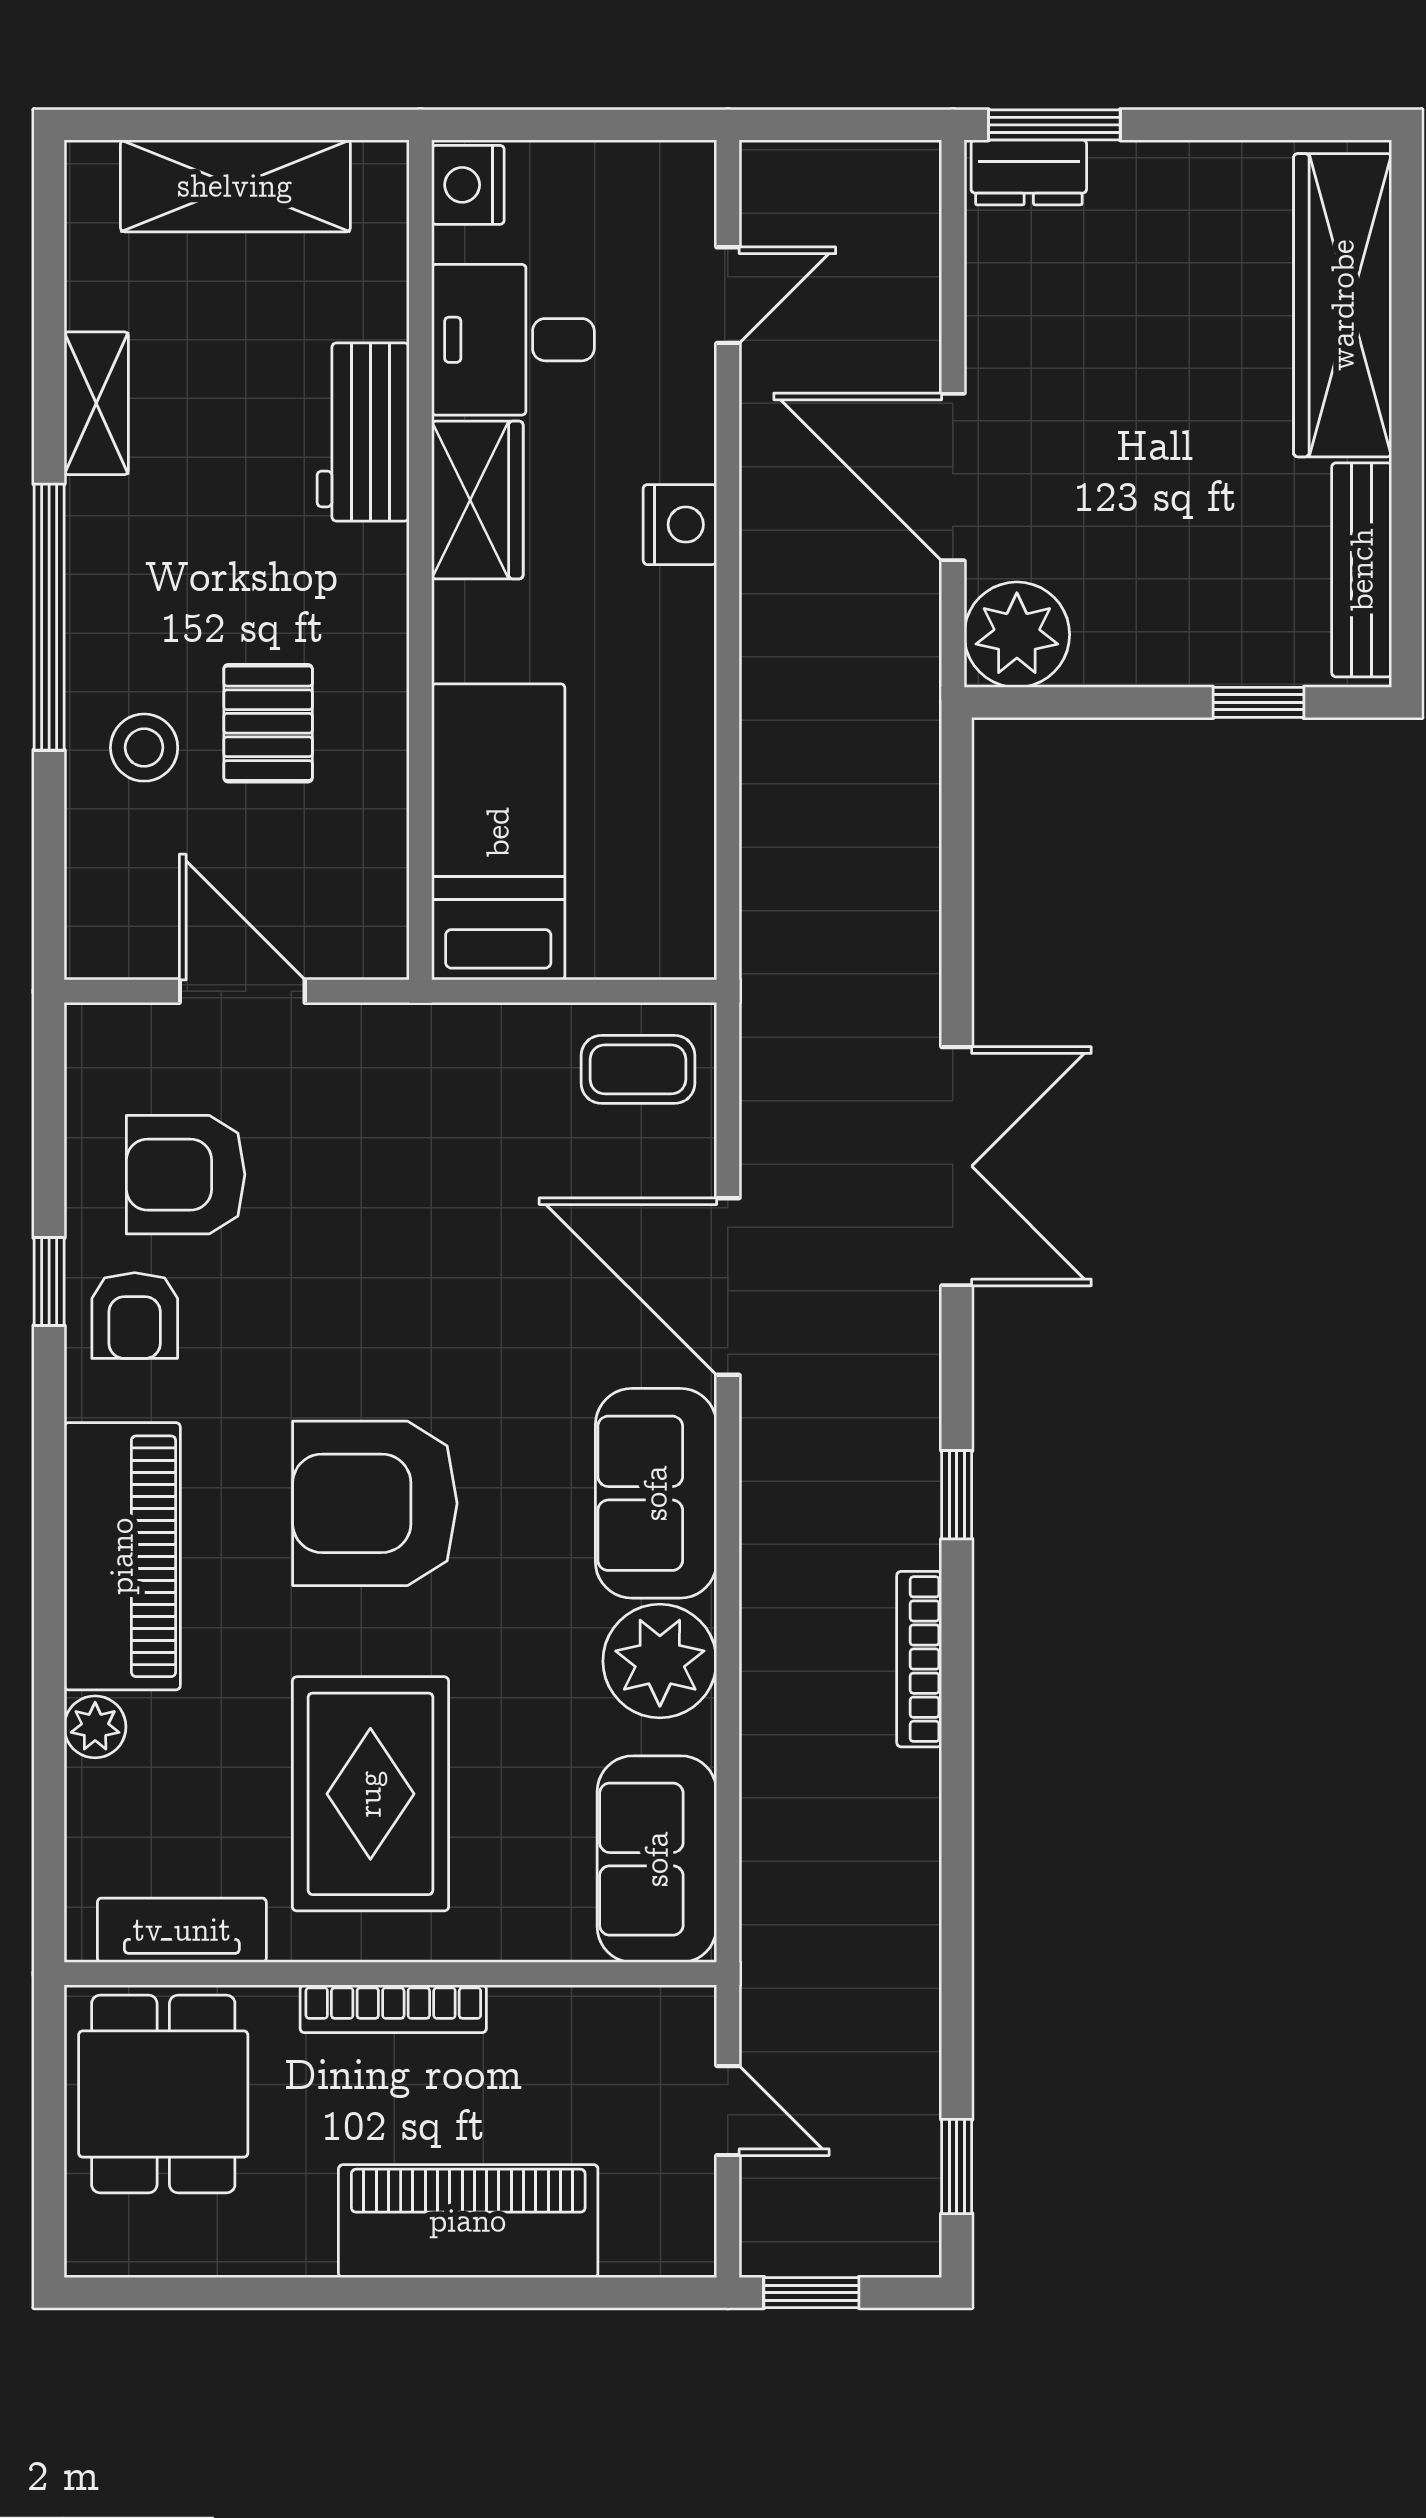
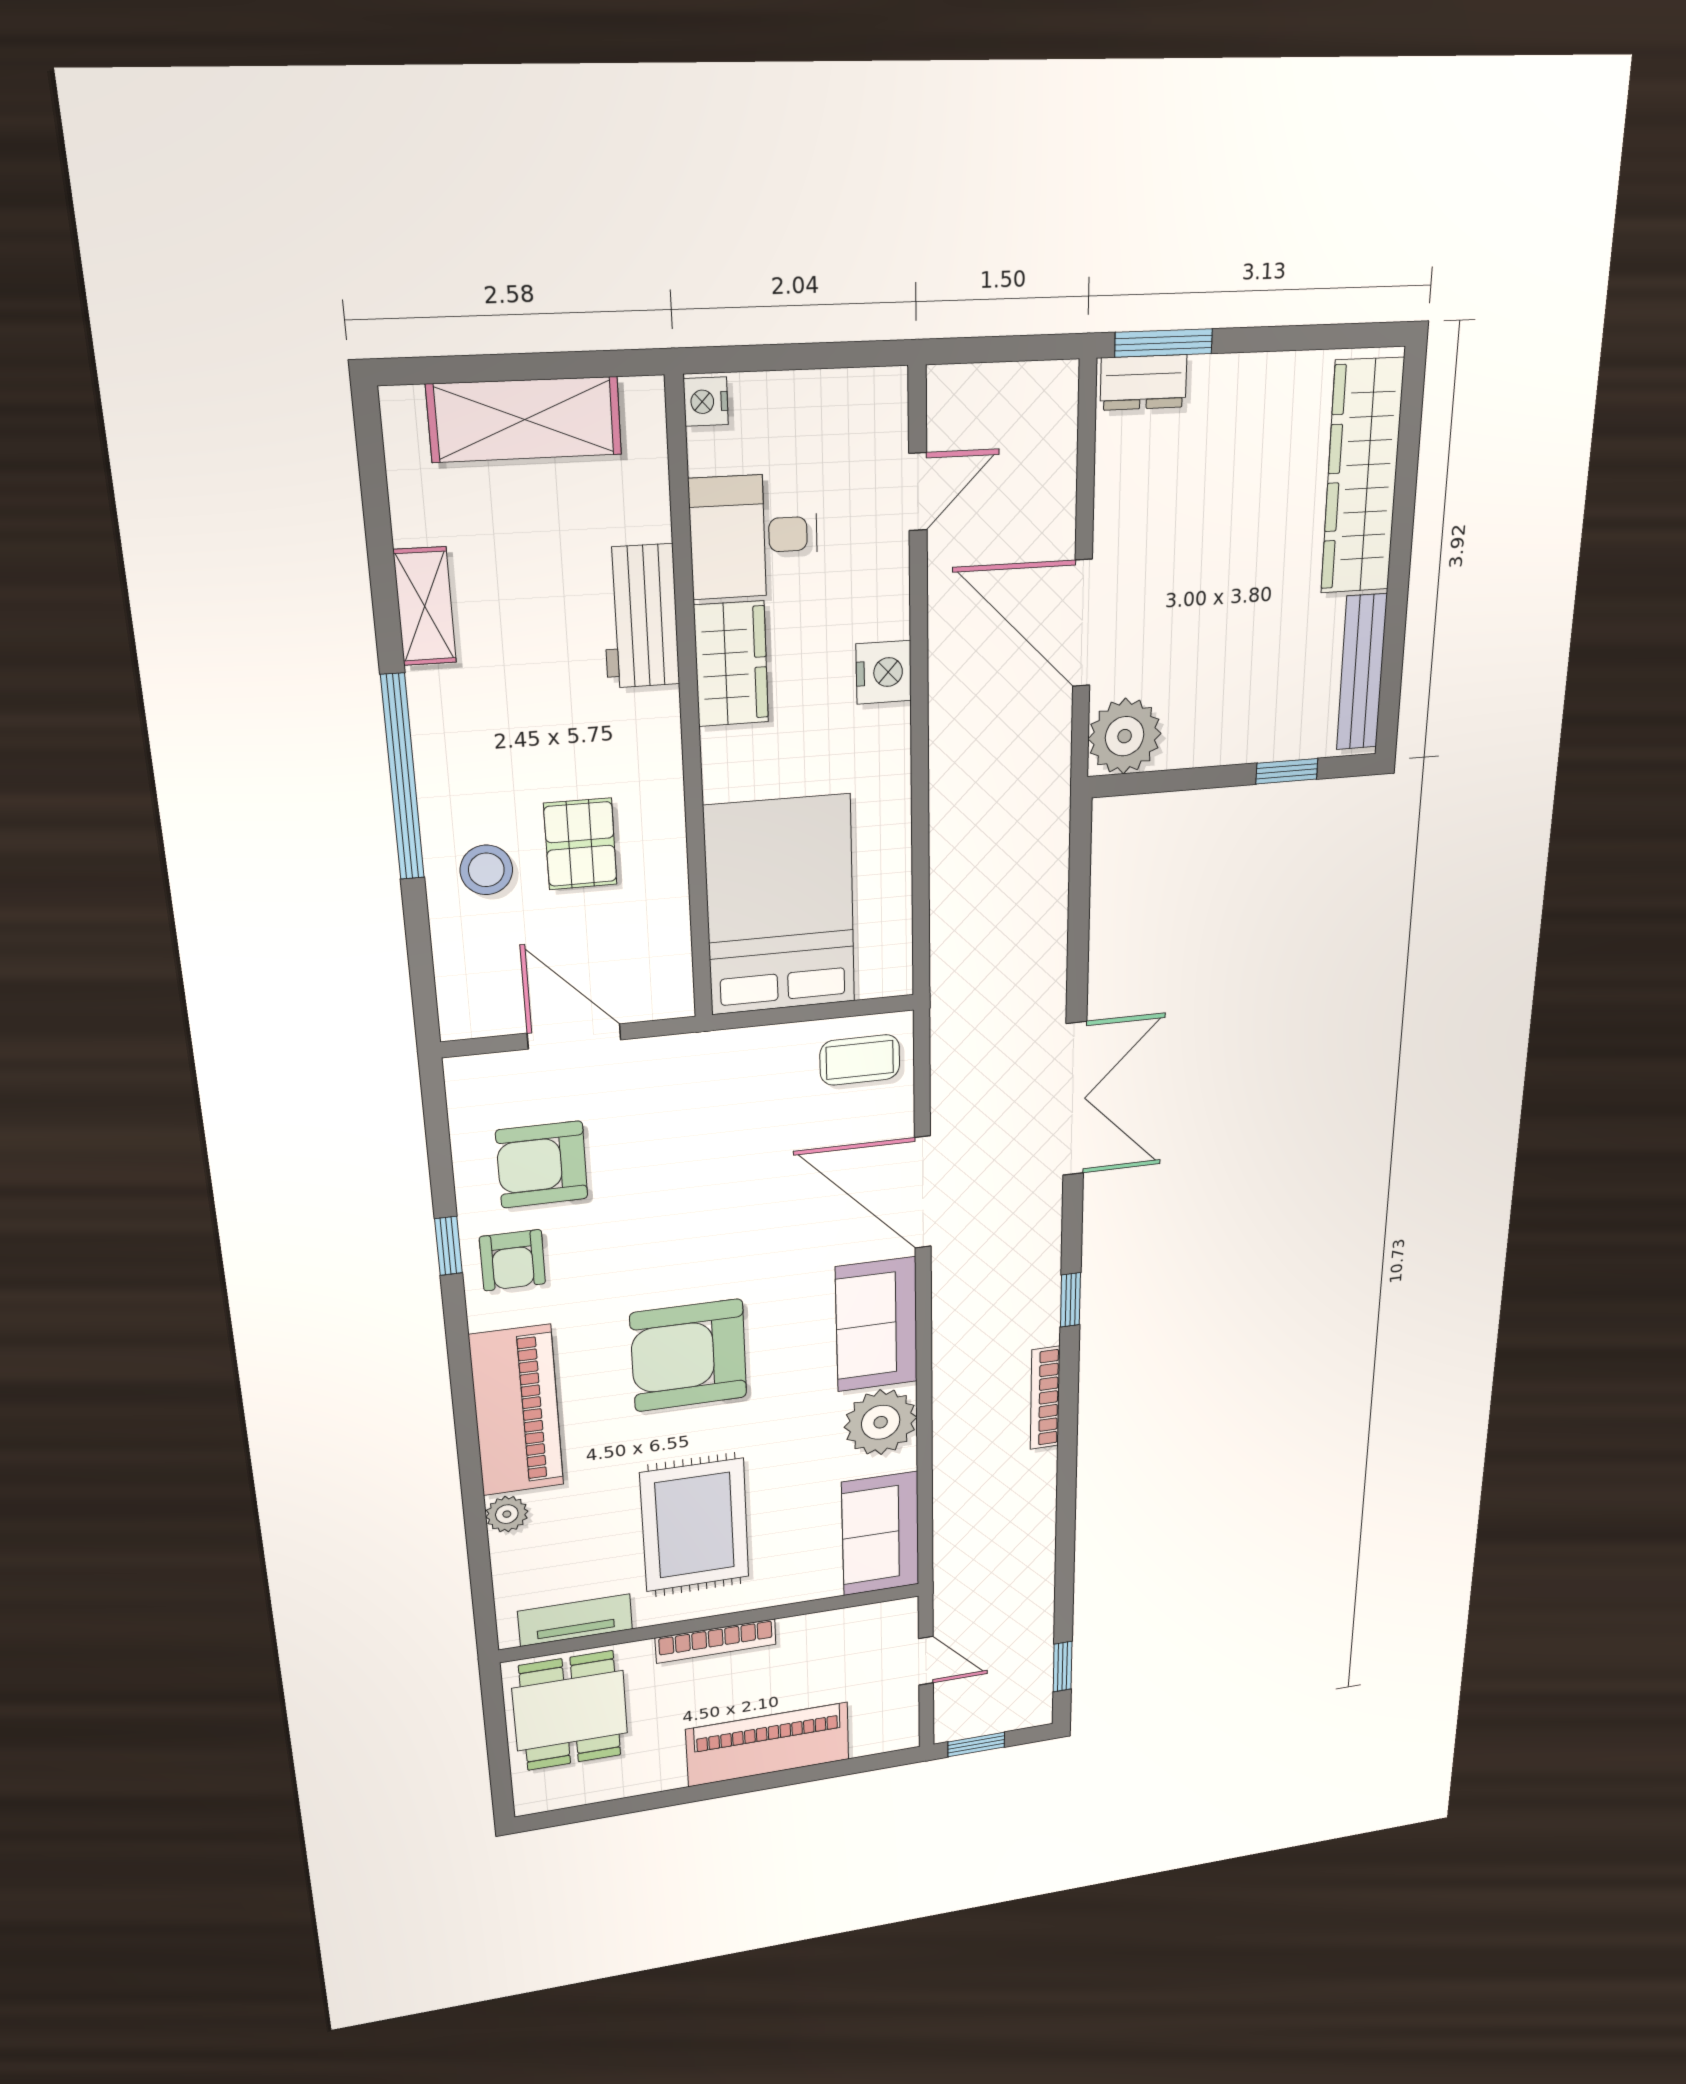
nightstand: (468, 185) -> (706, 402), width x0.72, depth x0.74
bed: (498, 832) -> (780, 905), width x1.50

